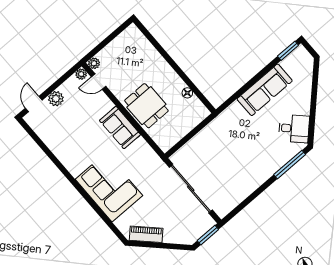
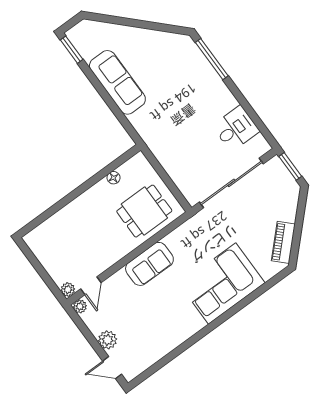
dining table: (146, 106) -> (144, 211), moved
desk: (294, 129) -> (236, 129), moved, turned 45

